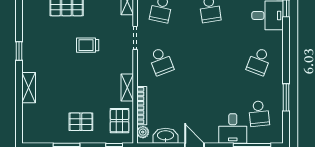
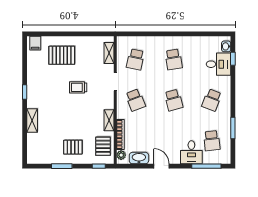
school desk: (210, 61) -> (174, 100), added

